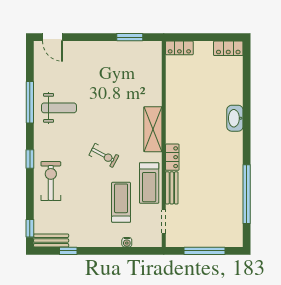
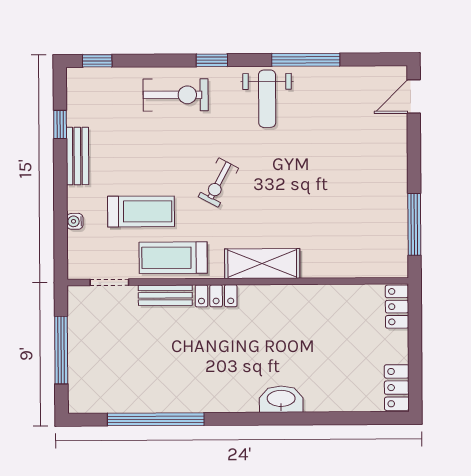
window: (130, 37) -> (414, 224), width x1.44
weight bench: (59, 108) -> (267, 99), moved
bench: (51, 241) -> (77, 156), moved

